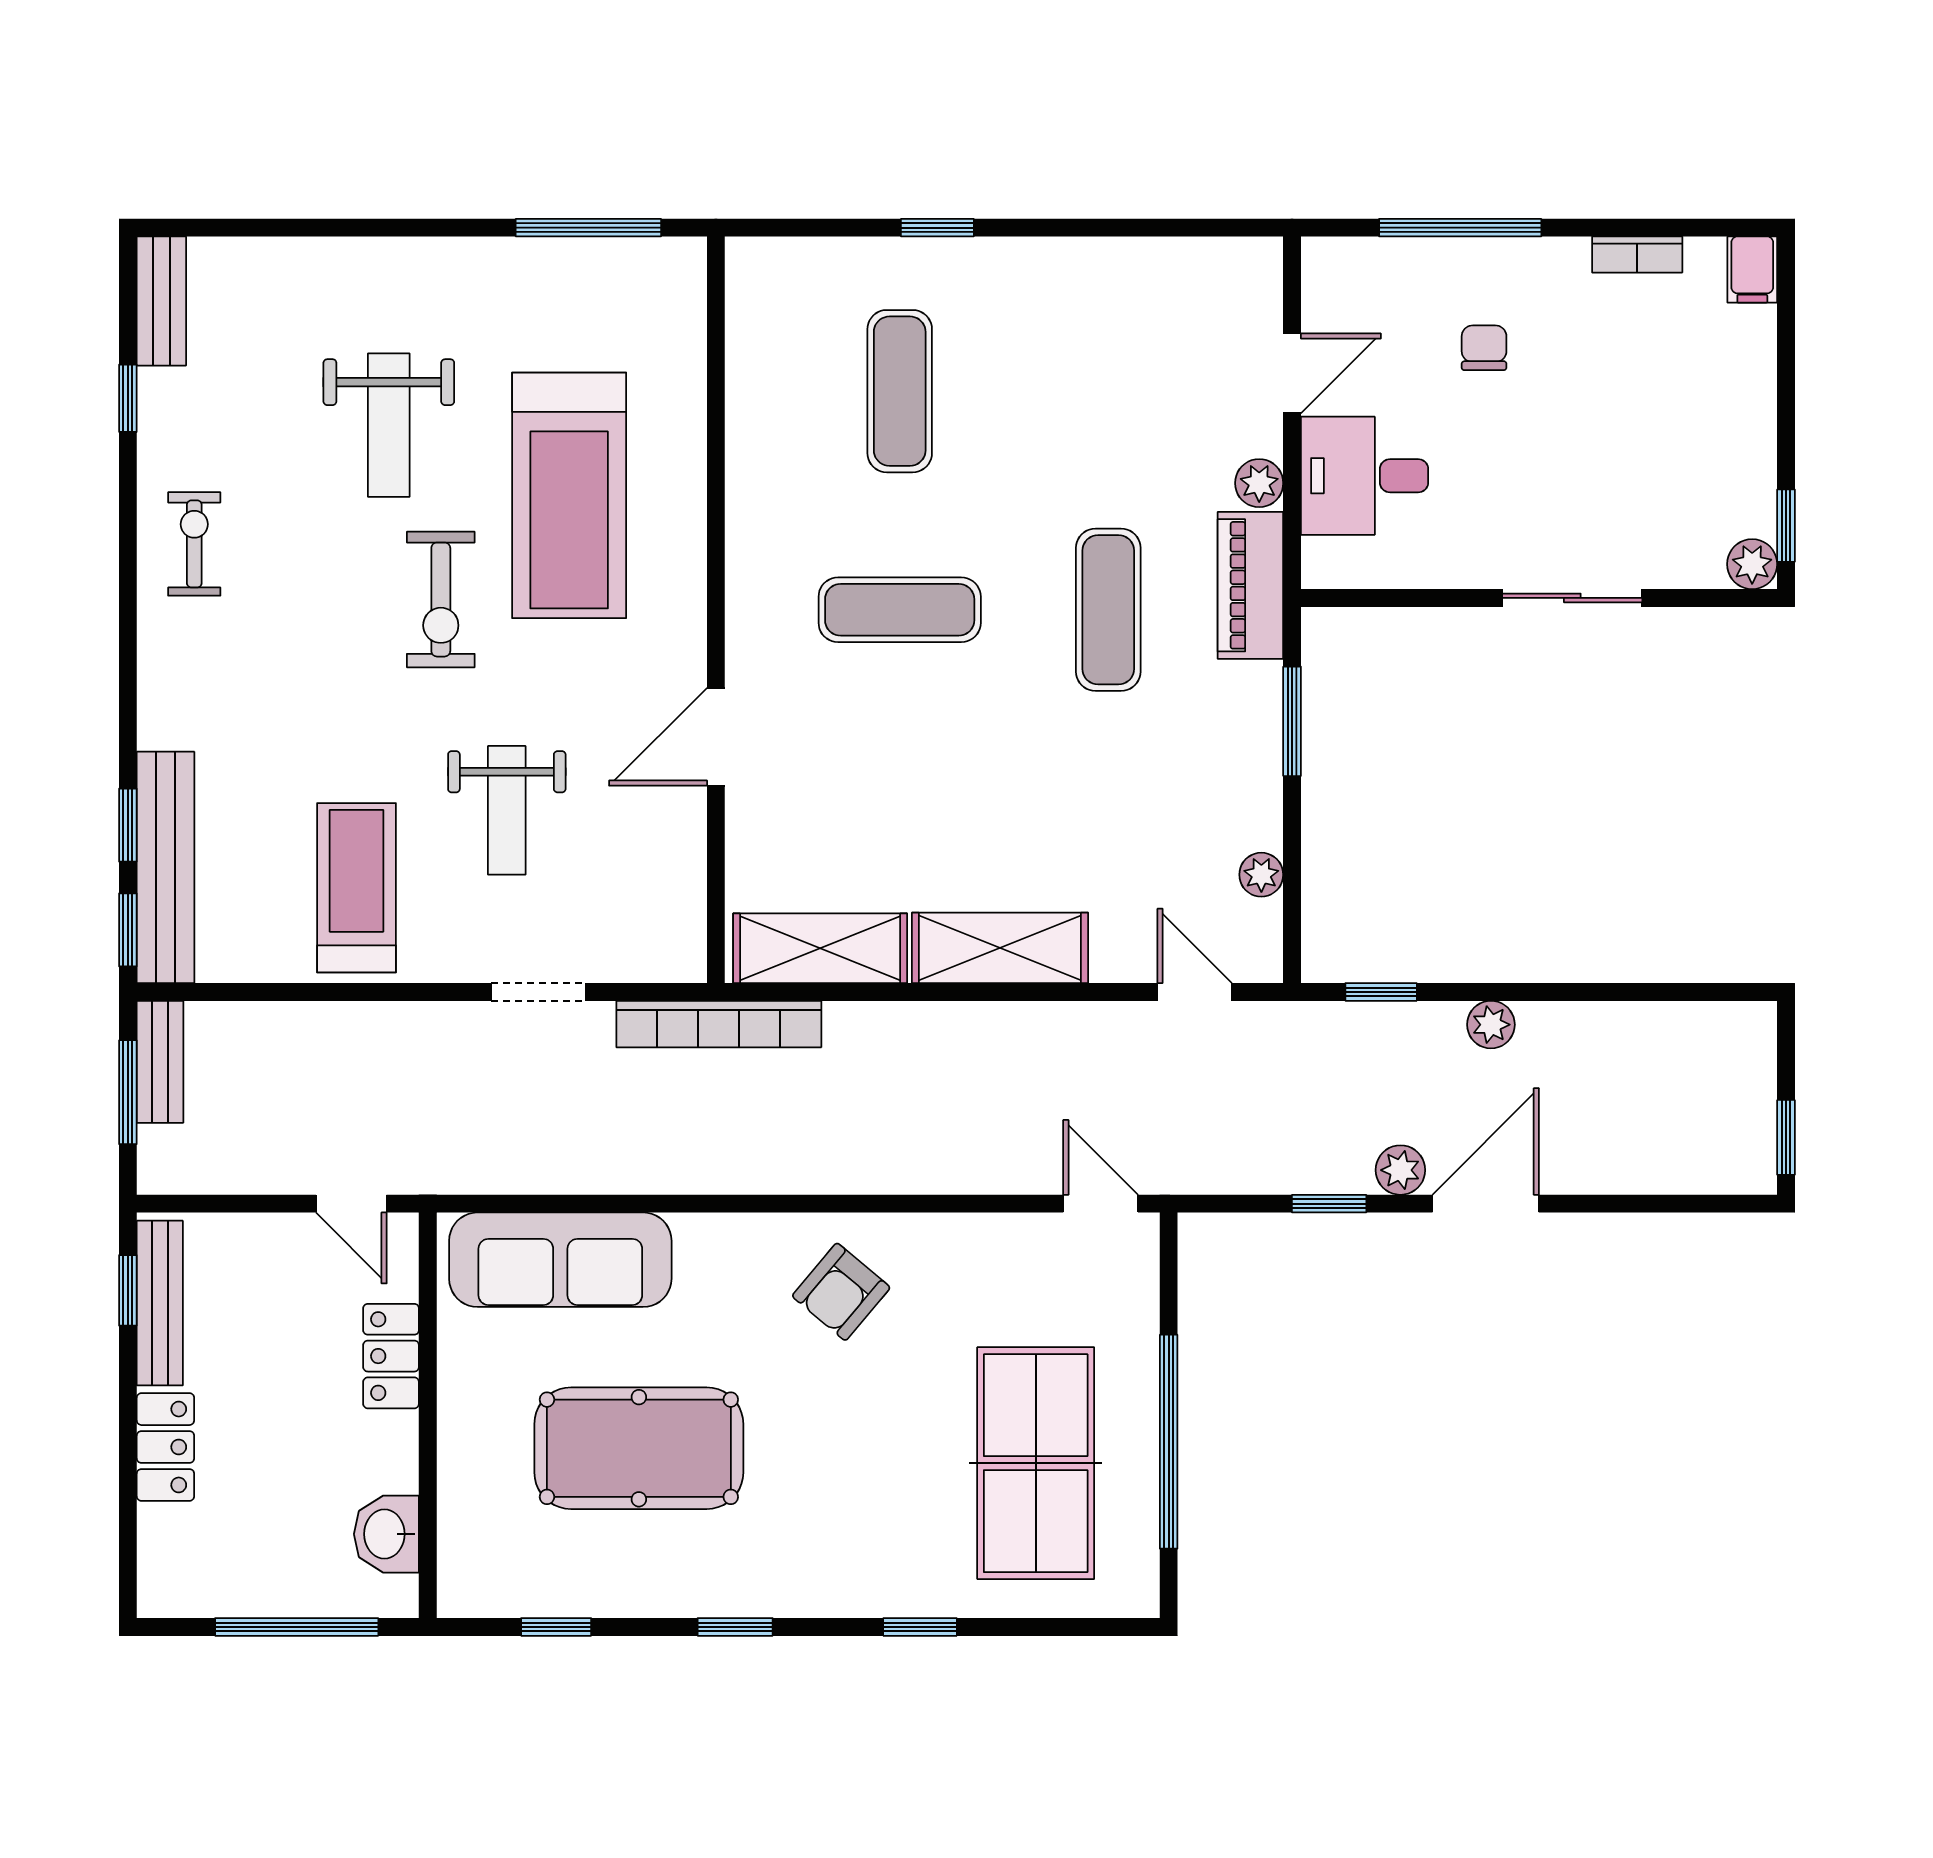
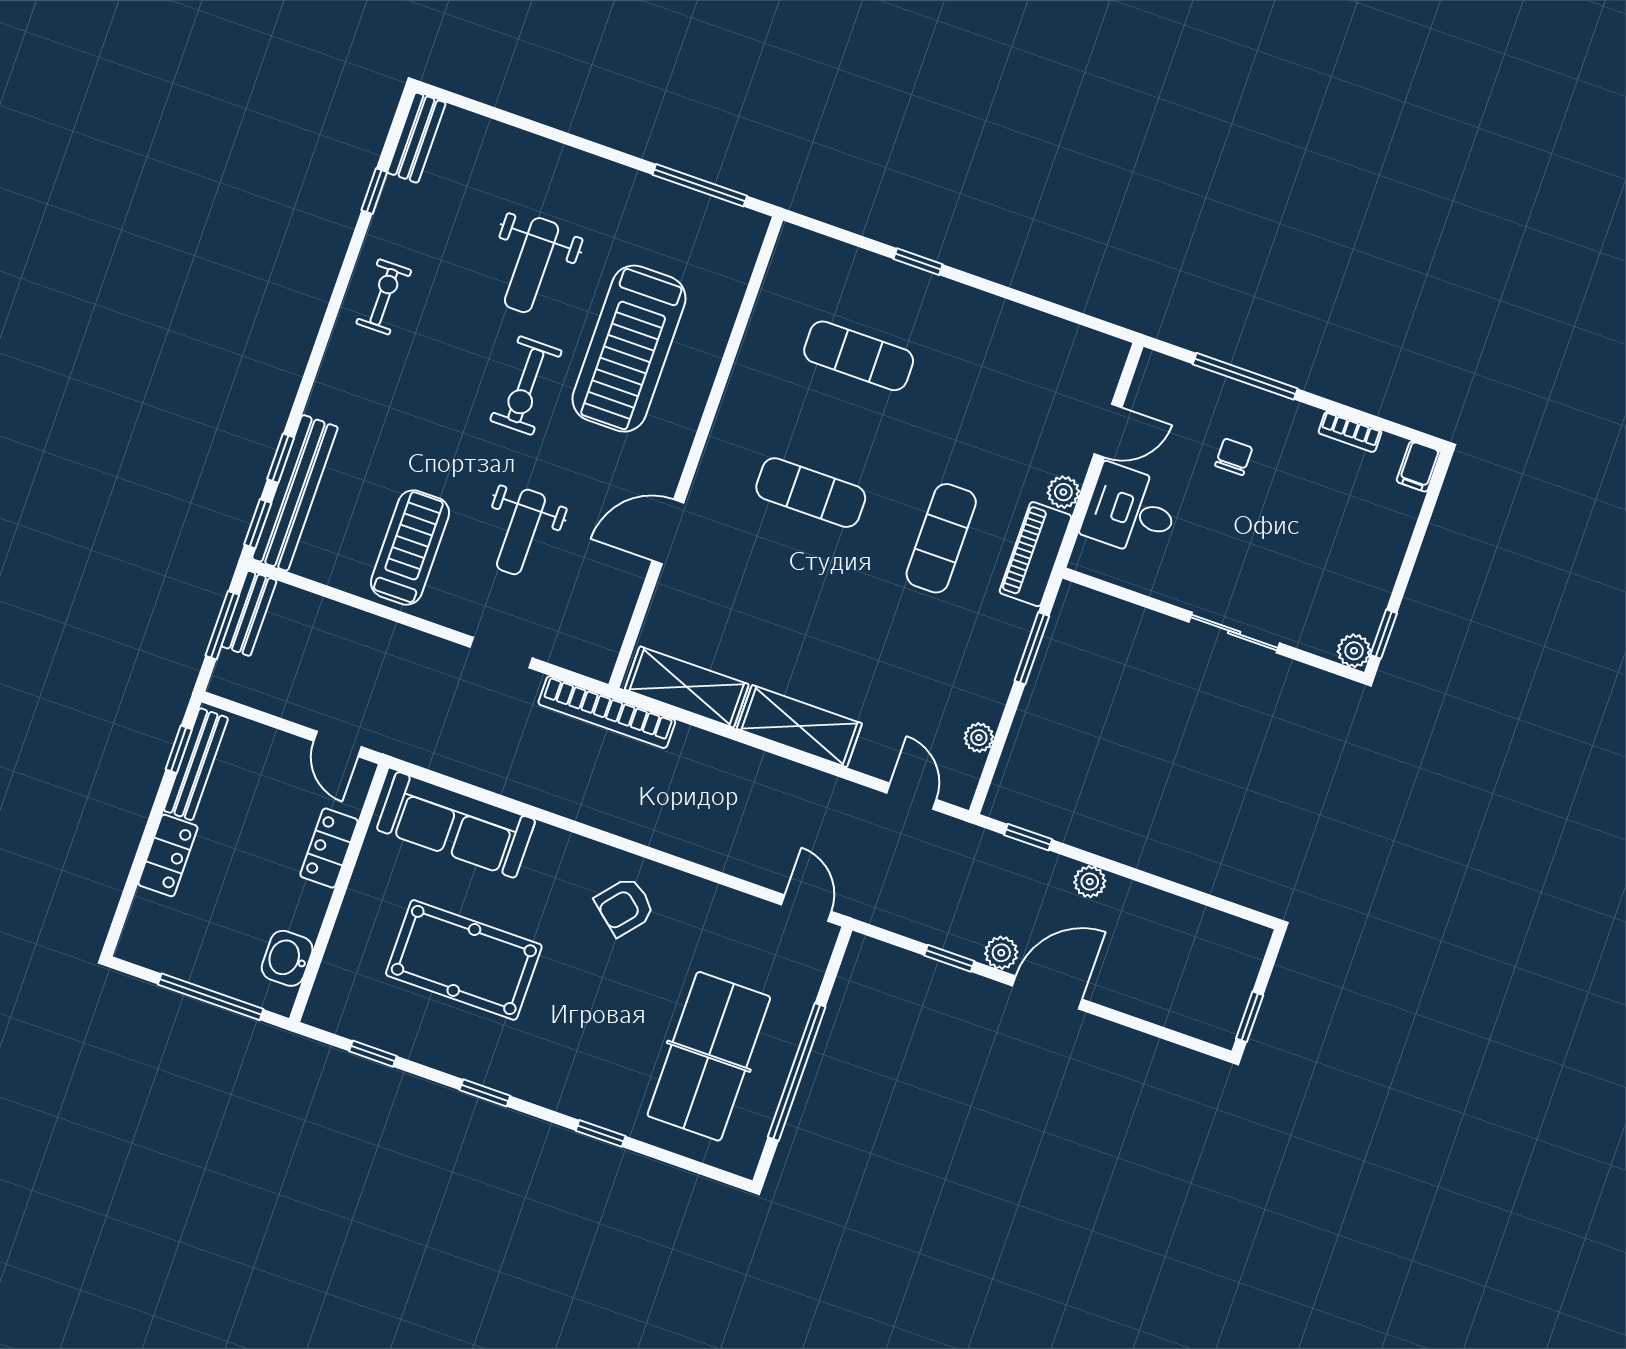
exercise mat: (900, 391) -> (859, 356), turned 90

